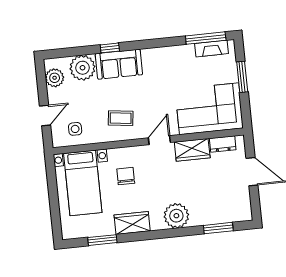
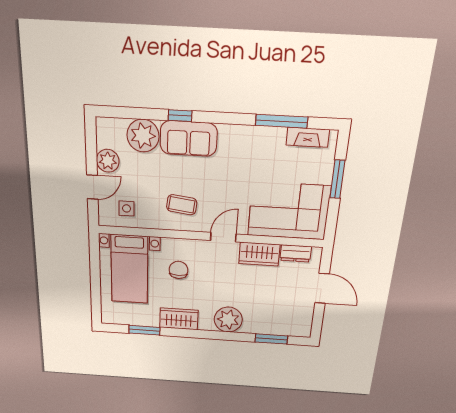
window: (206, 38) -> (282, 121), moved
plant: (55, 78) -> (108, 161), moved

